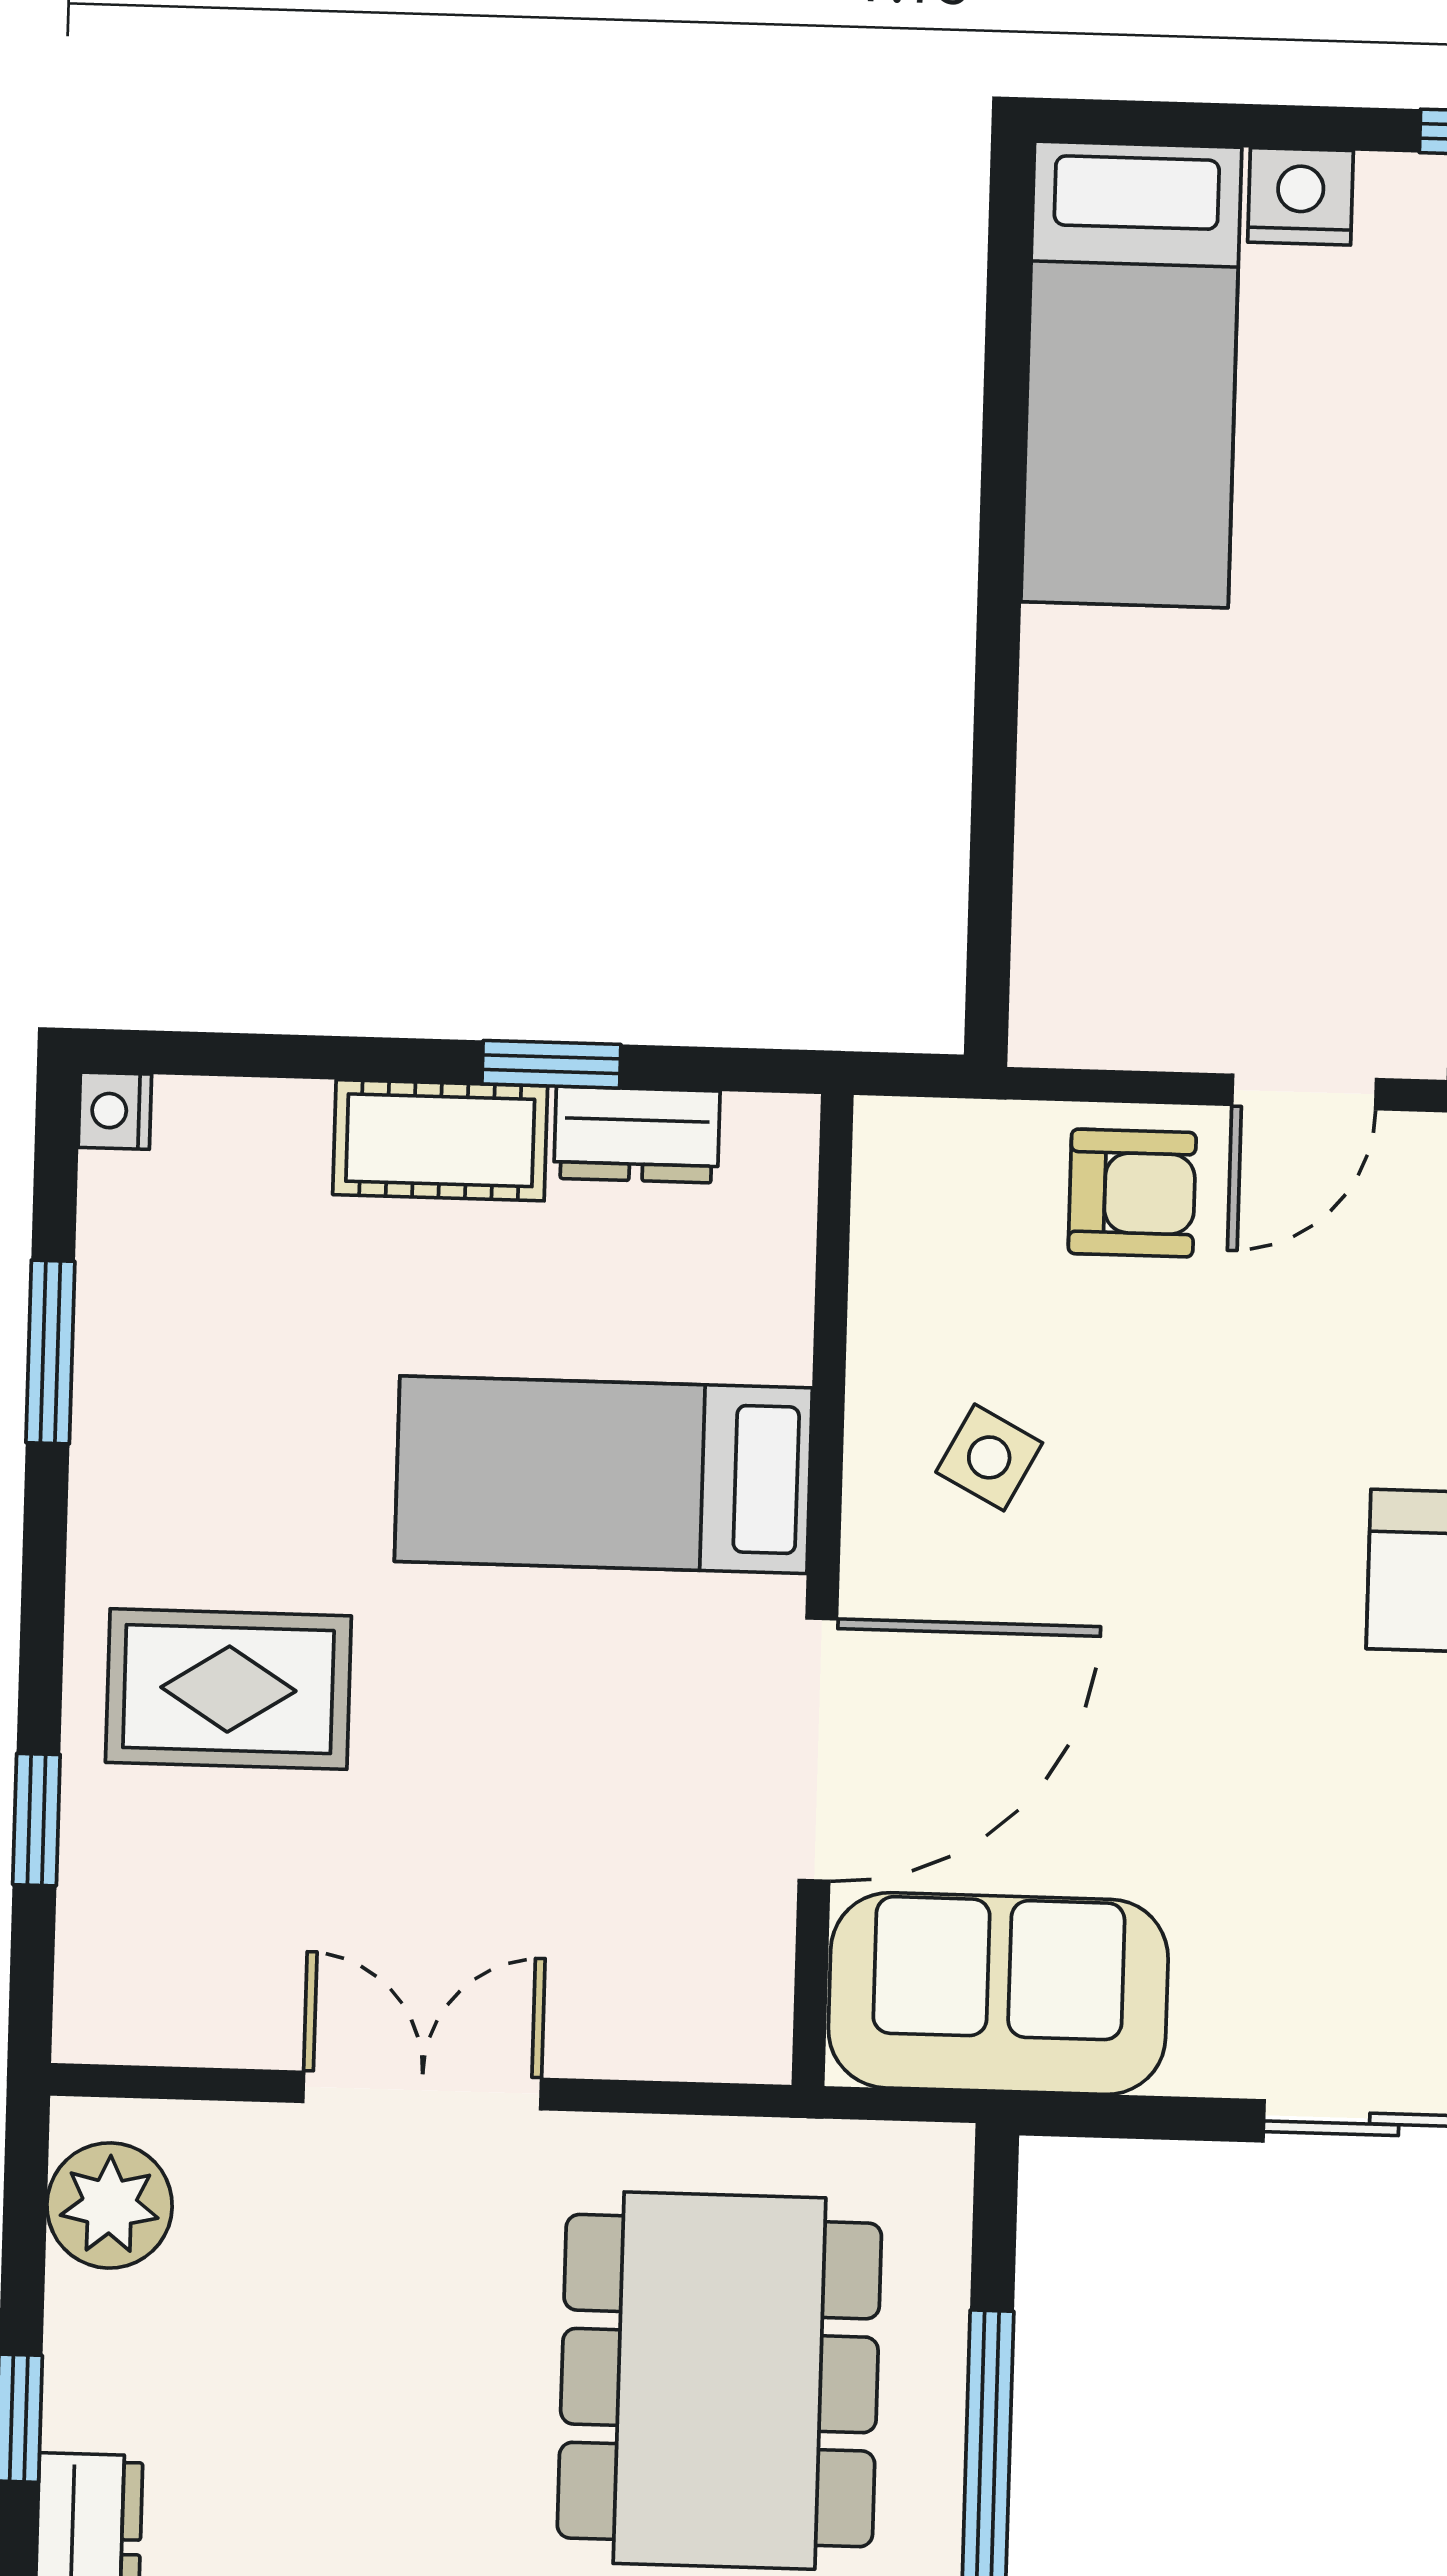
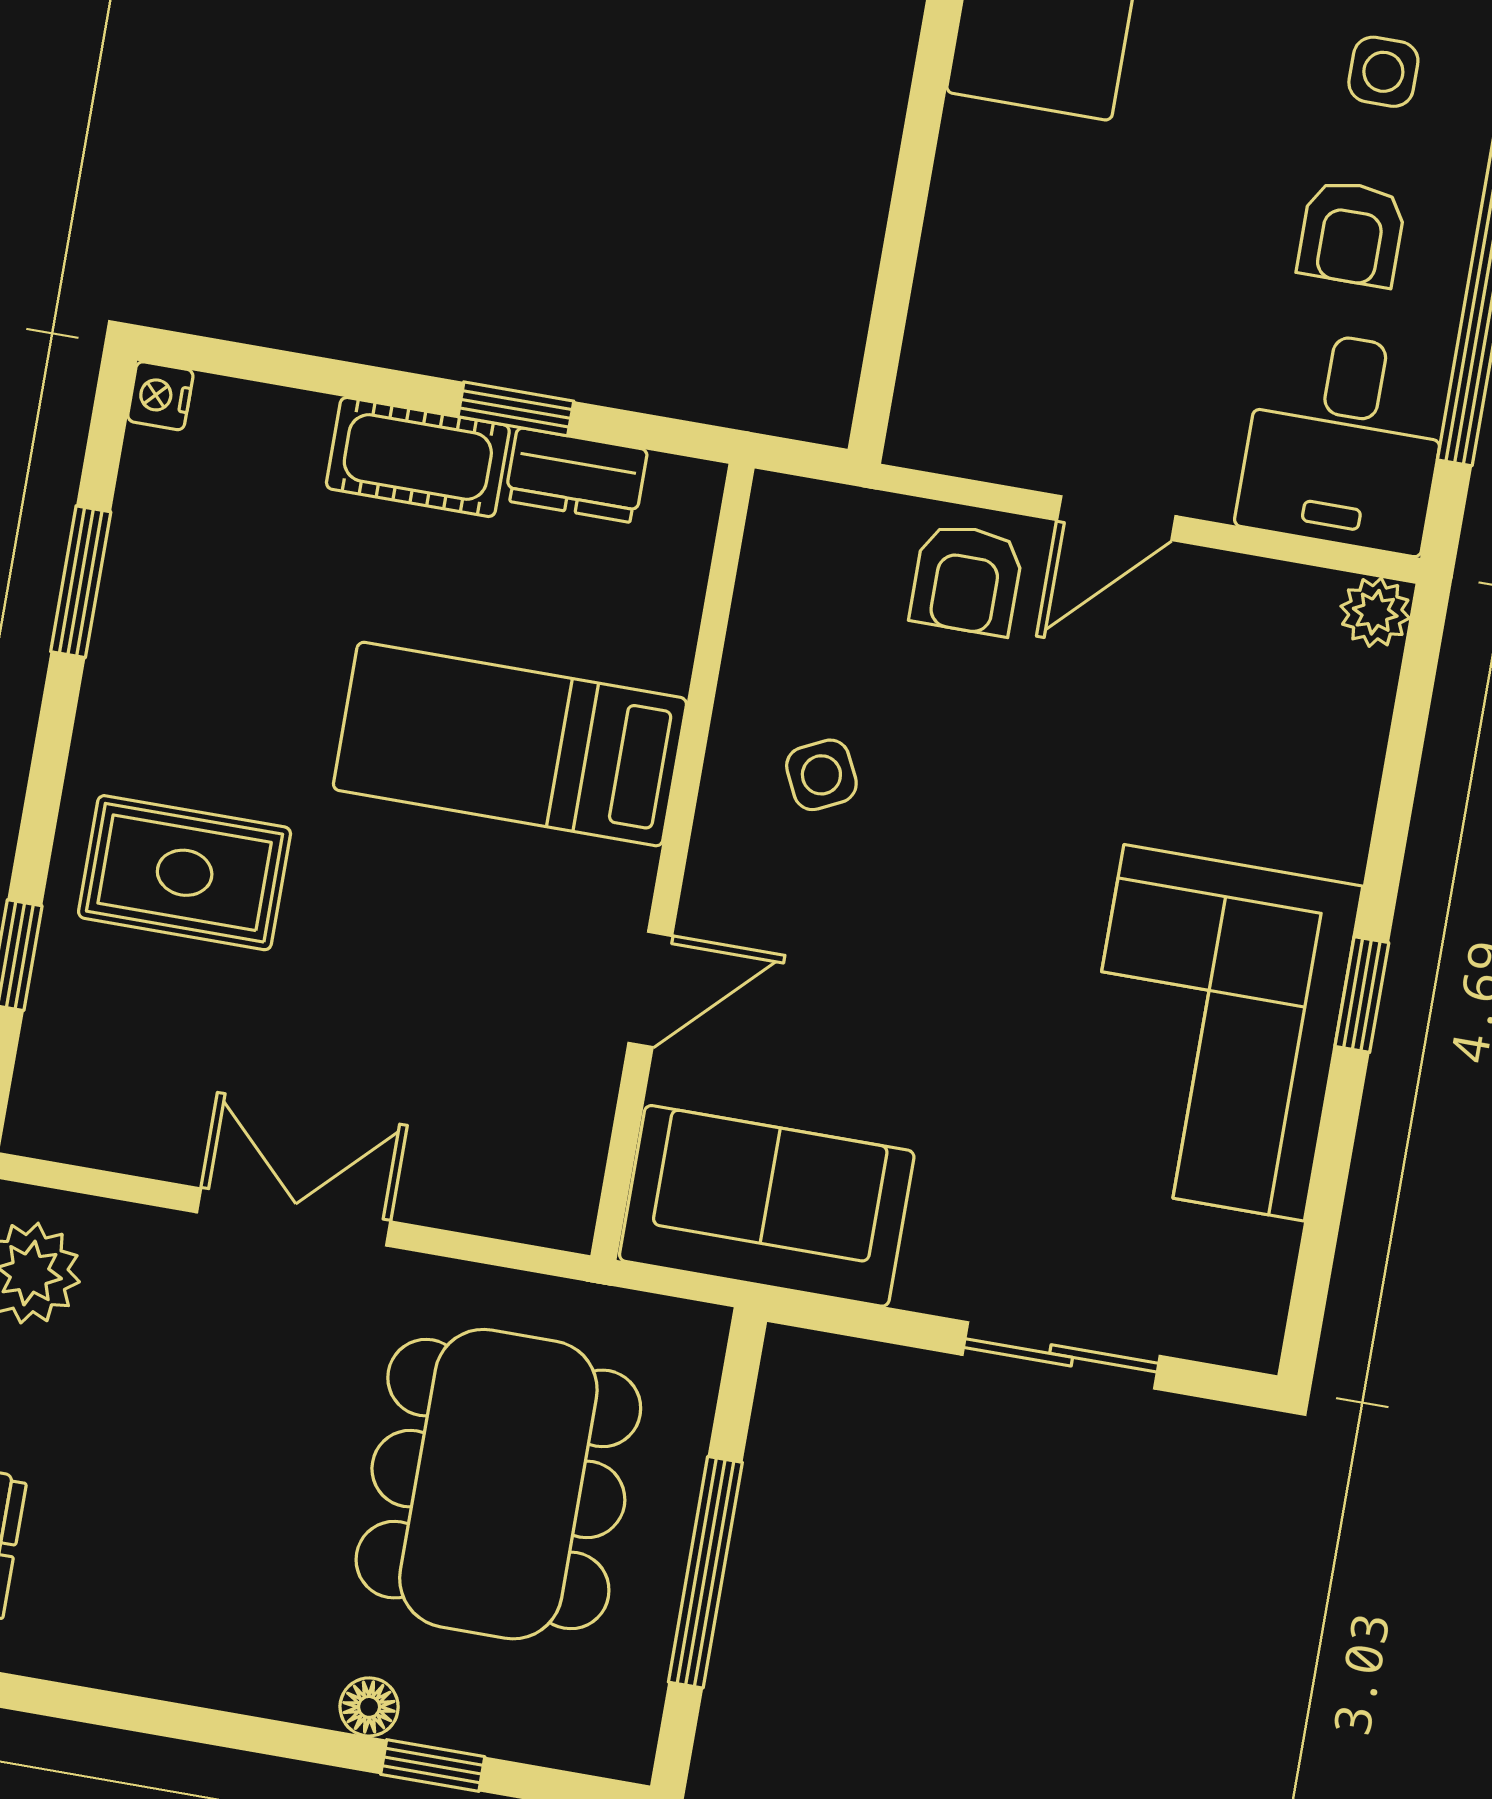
armchair: (1132, 1193) -> (967, 579), turned 90
side table: (989, 1457) -> (821, 775), turned 36
door: (818, 1750) -> (650, 989), width x0.53

